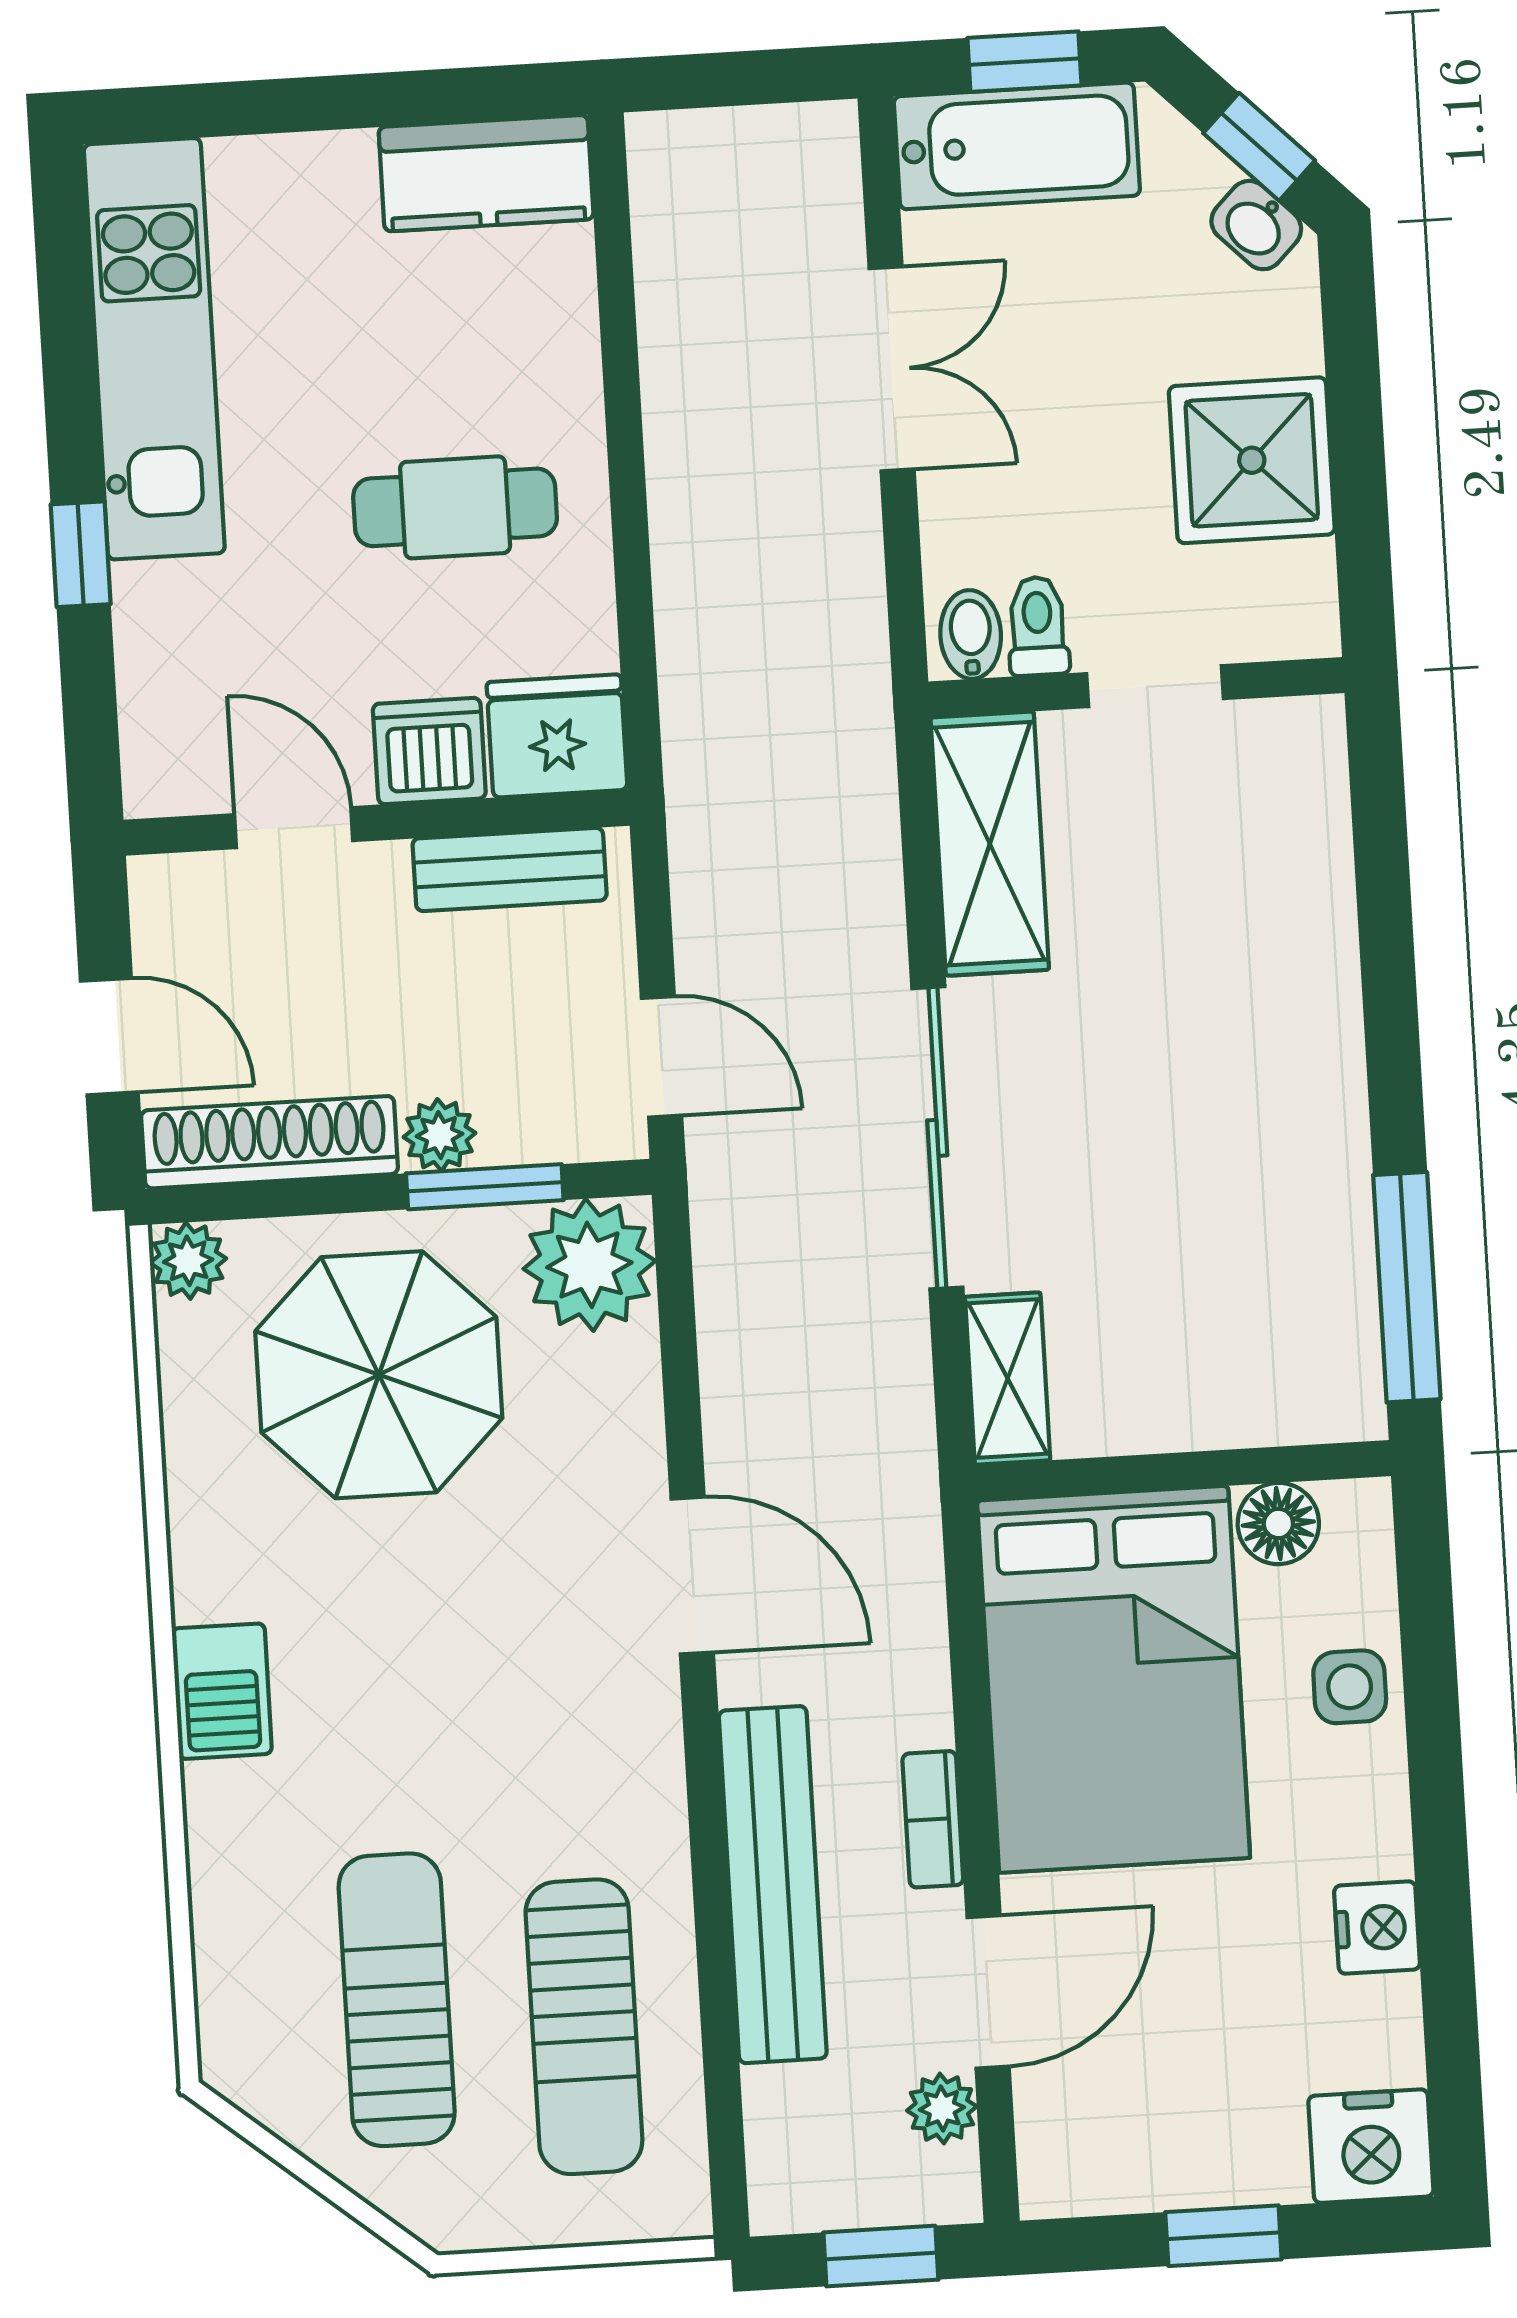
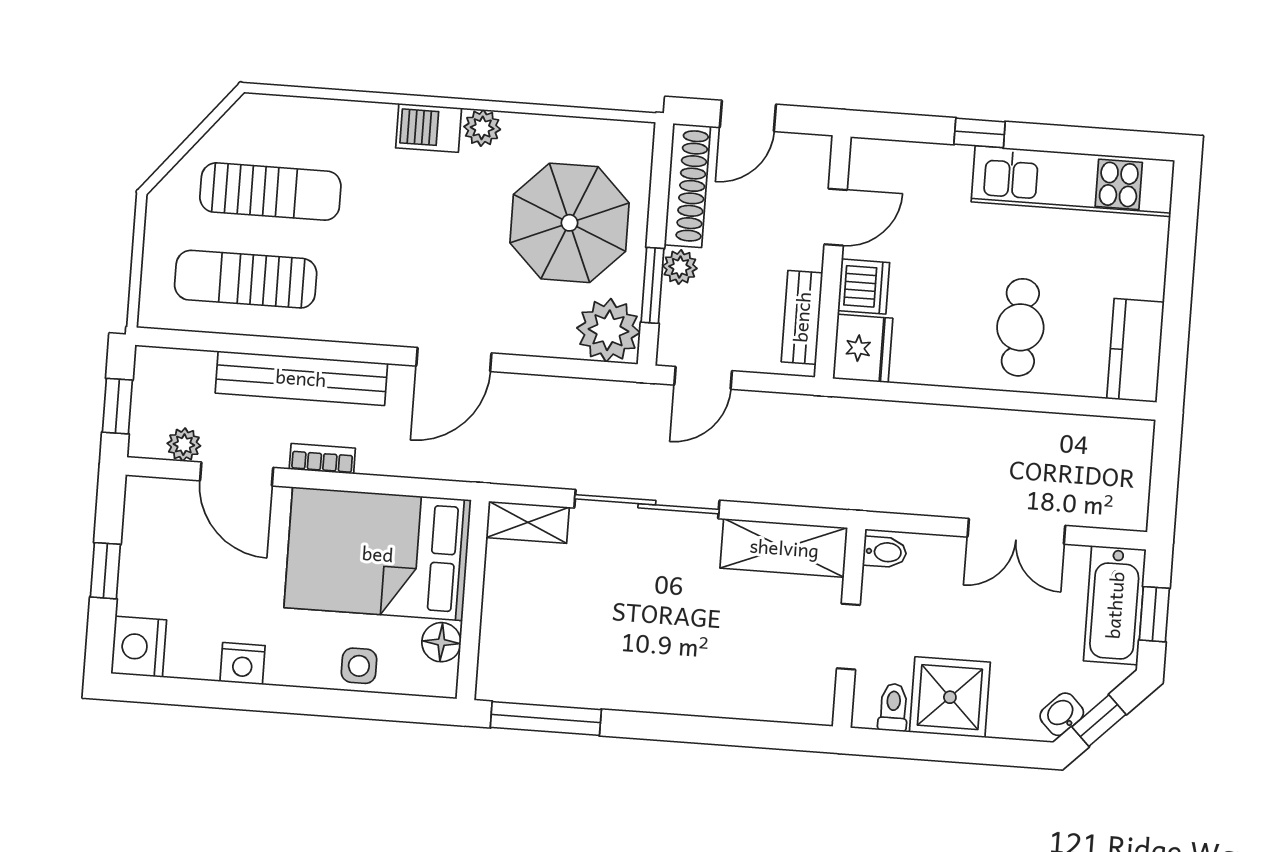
cafe table: (455, 507) -> (1020, 327), moved
toilet: (1038, 626) -> (893, 707), moved, turned -90
plant: (188, 1261) -> (482, 128), moved

